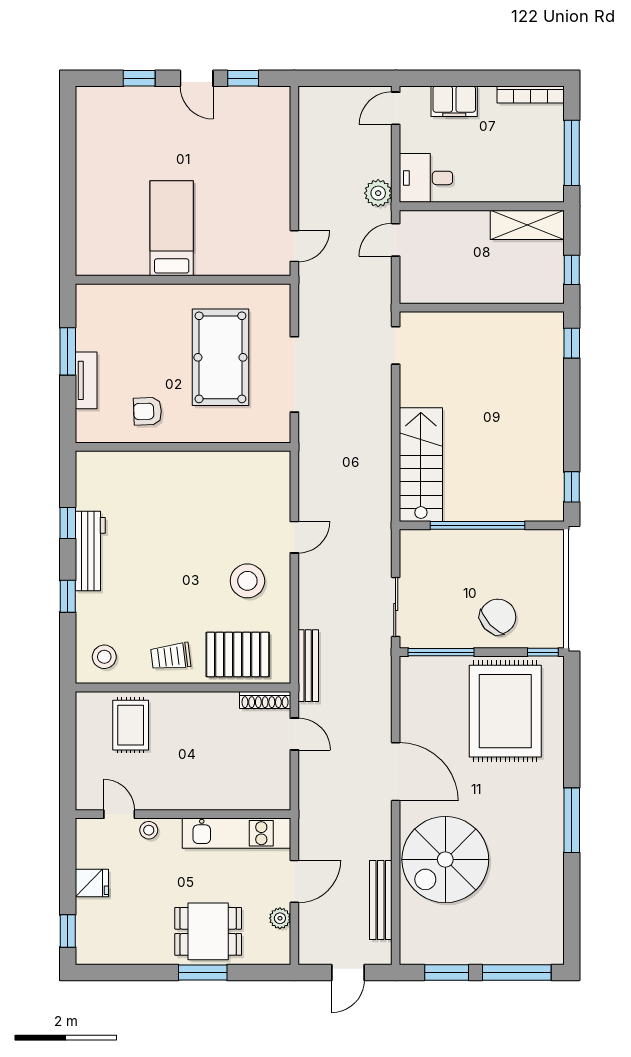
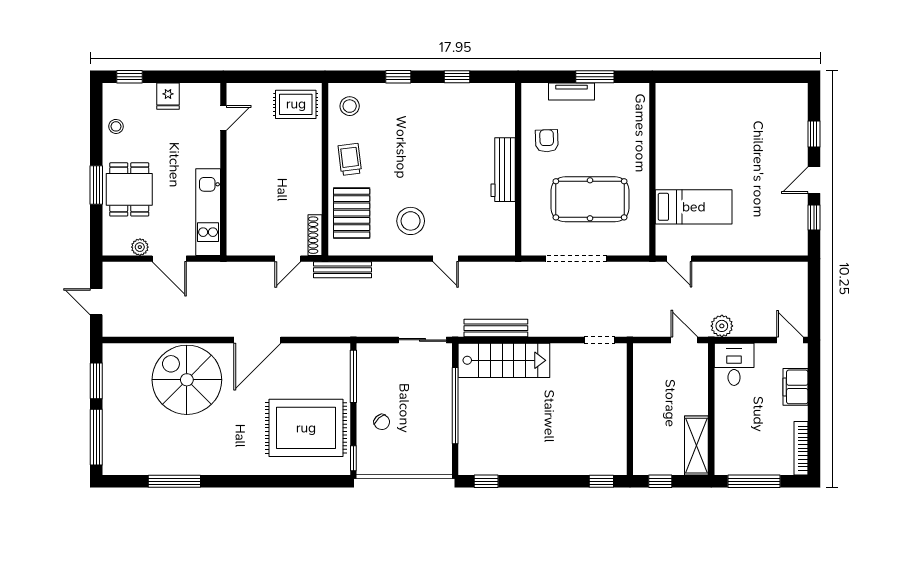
bed: (172, 228) -> (694, 207), moved
workbench: (90, 551) -> (503, 170), moved, turned 90
sliding door: (396, 607) -> (422, 340), moved
chair: (498, 617) -> (382, 422), width x0.54, depth x0.54
rug: (131, 725) -> (296, 104), moved
window: (572, 820) -> (174, 481), moved
stool: (149, 830) -> (116, 126), moved
bench: (381, 900) -> (496, 328), moved

